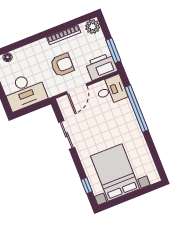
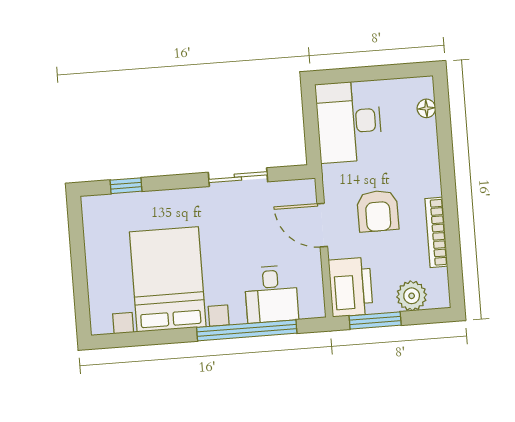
plant: (93, 27) -> (412, 296), moved
desk: (111, 90) -> (271, 294), moved
bed with nightstands: (115, 172) -> (168, 279), moved, turned -90

